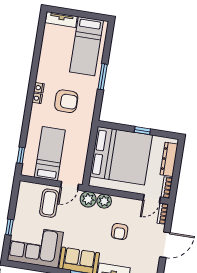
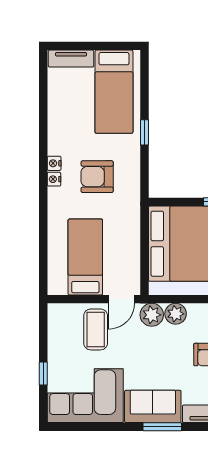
window: (103, 77) -> (145, 132), width x0.67
armchair: (66, 101) -> (97, 177), turned 180
window: (21, 155) -> (43, 266), removed

